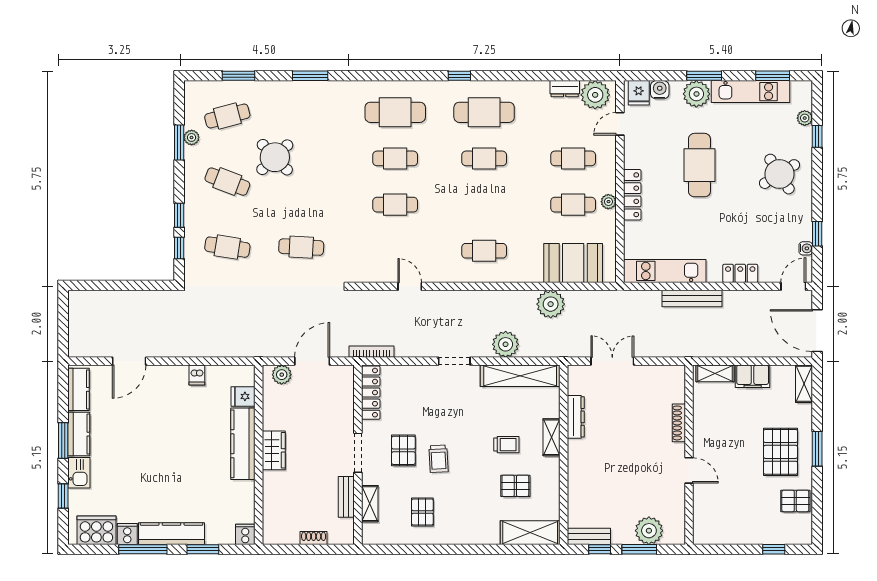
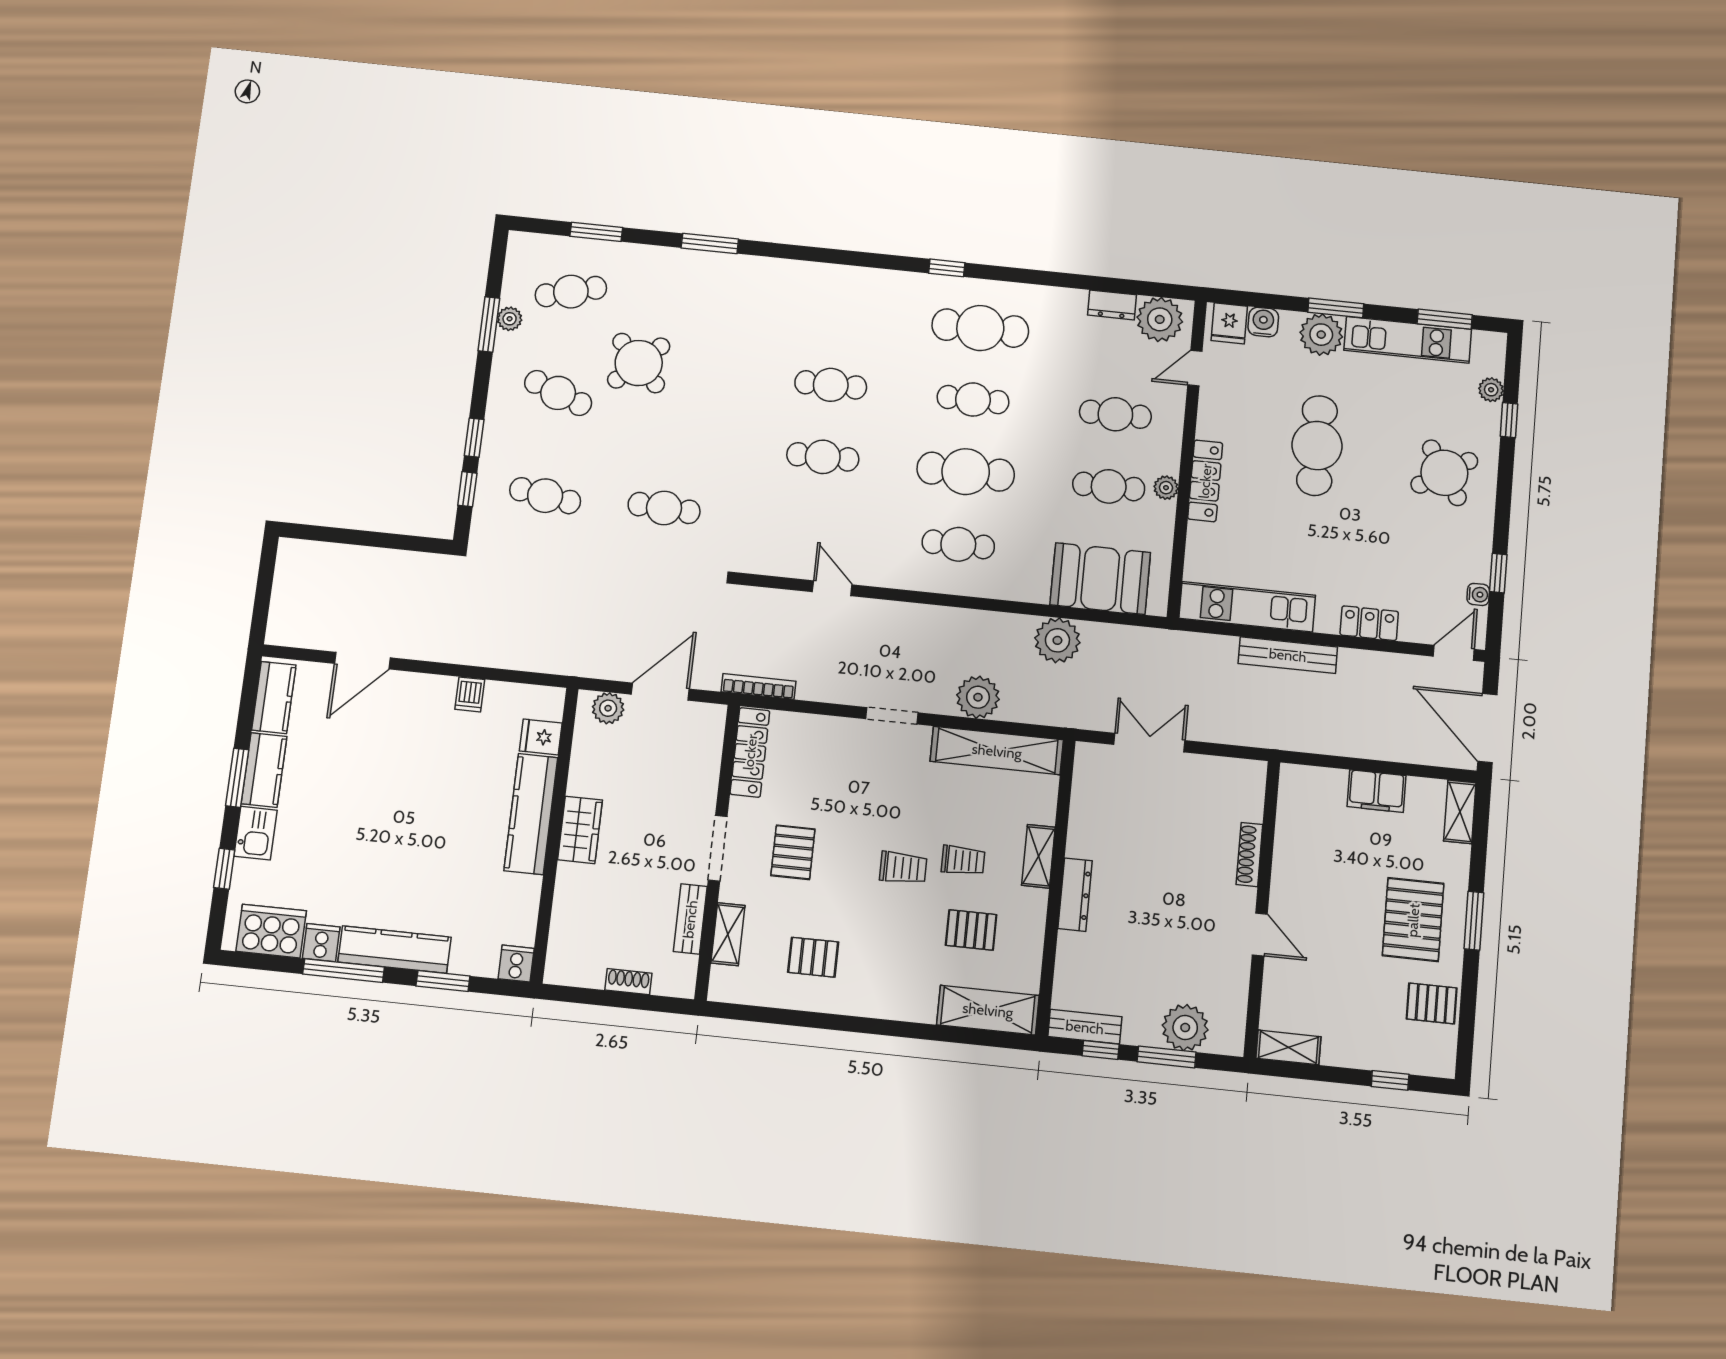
cafe table: (395, 112) -> (966, 472), moved
shelving: (715, 373) -> (1288, 1047), moved
dresser: (576, 417) -> (1075, 895), moved
trolley: (439, 459) -> (903, 868), moved, turned -87
pallet: (422, 512) -> (813, 957), turned 90

